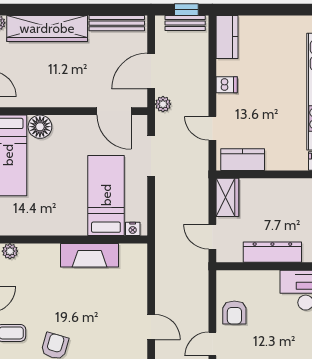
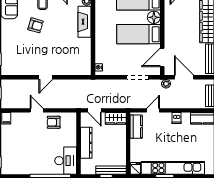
bed: (106, 195) -> (139, 34), moved, turned 180
door: (212, 237) -> (94, 110), swing flipped
fireplace: (90, 255) -> (85, 22), moved

